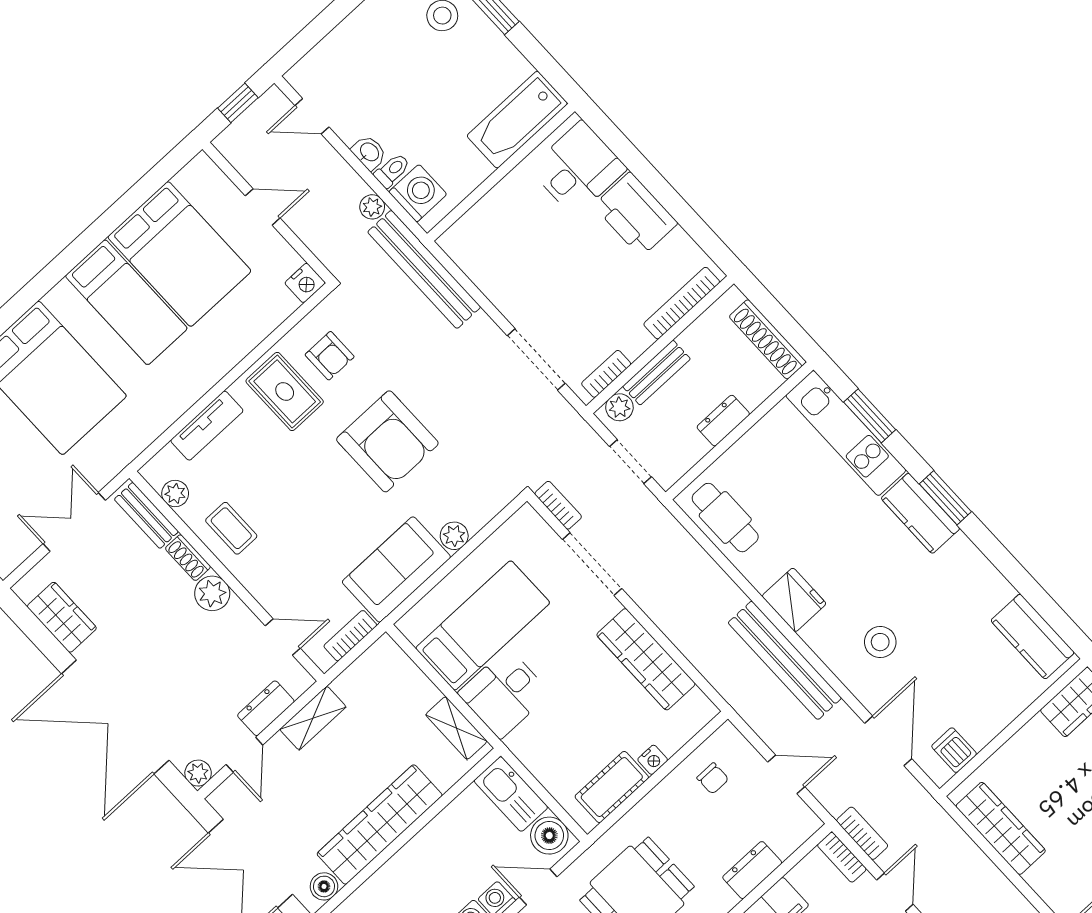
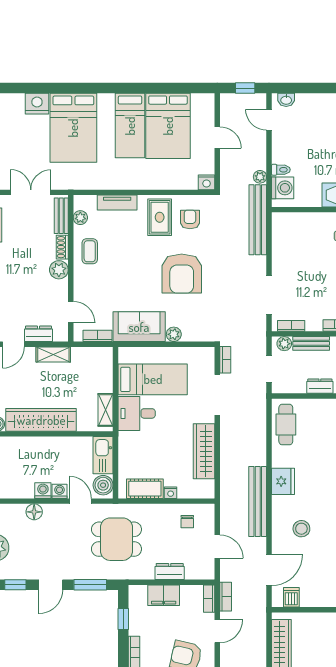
washbasin: (369, 152) -> (286, 100), moved, turned 90
armchair: (330, 356) -> (190, 219), turned 180

